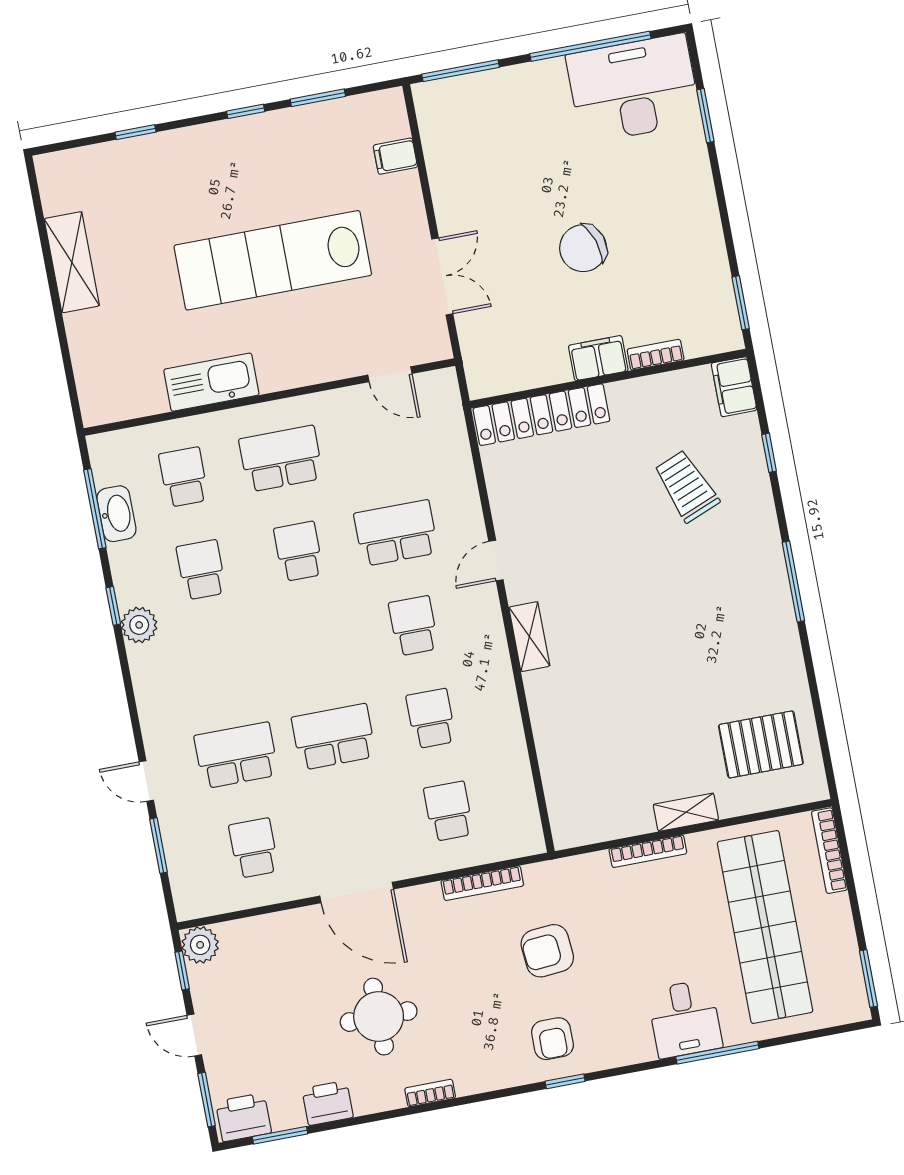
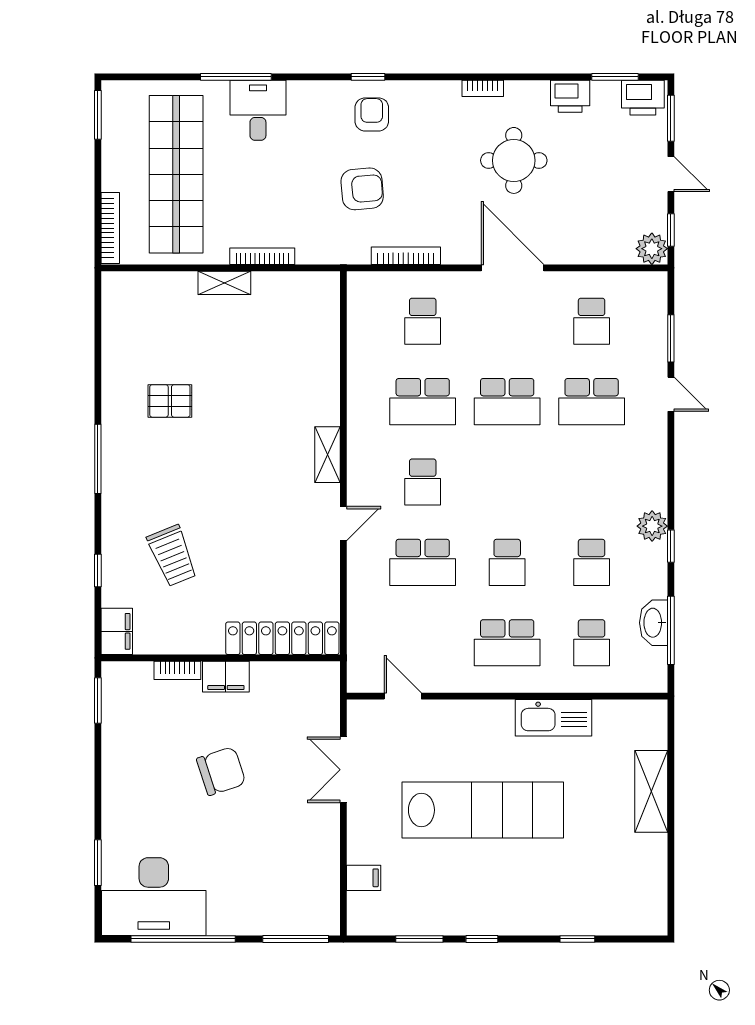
shelving: (72, 262) -> (651, 791), moved
school desk: (431, 718) -> (423, 402), width x1.85
pallet: (761, 744) -> (170, 401), moved, width x0.67, depth x0.71

